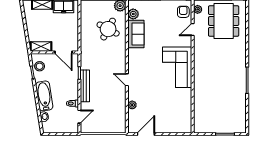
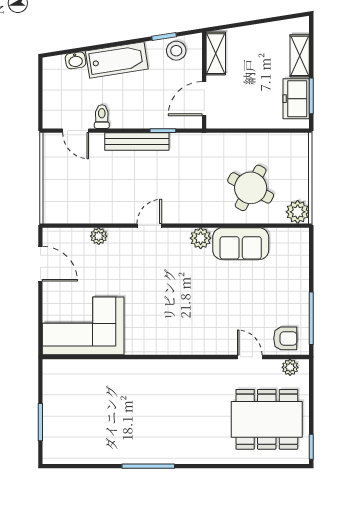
plant: (133, 14) -> (201, 238), moved
corner sofa: (177, 67) -> (83, 326), moved

